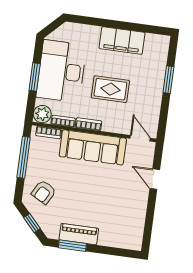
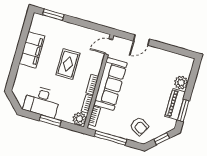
desk: (61, 71) -> (42, 102), width x0.73, depth x0.77
window: (168, 80) -> (53, 15), moved
plant: (107, 238) -> (181, 83), added

